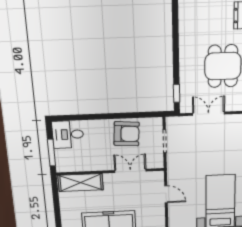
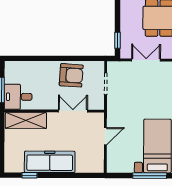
desk: (68, 134) -> (18, 97), moved
door: (166, 194) -> (105, 136), hinge flipped

